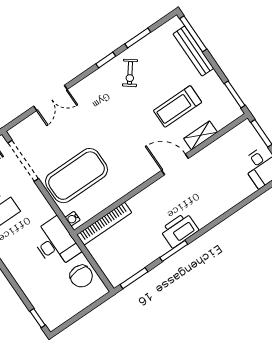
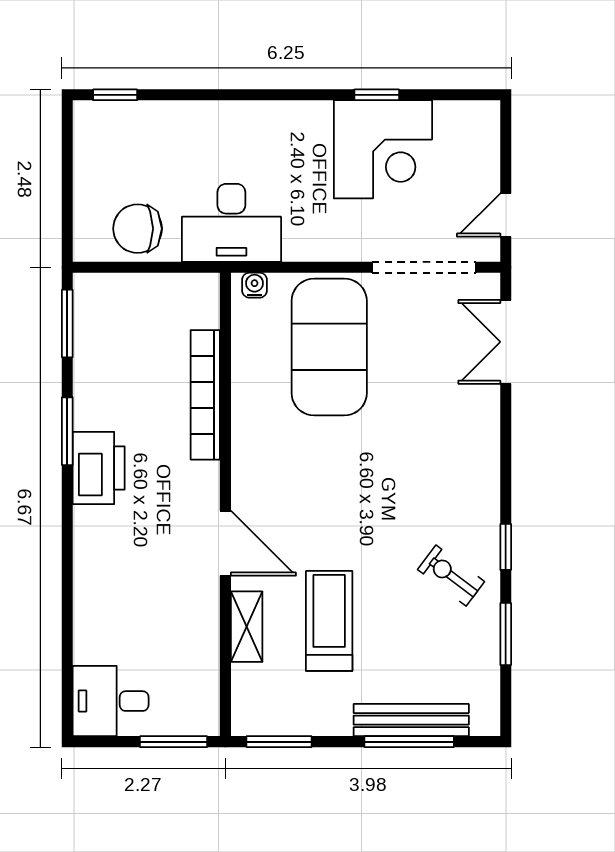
window: (193, 34) -> (409, 742), moved
double door: (50, 98) -> (506, 342), moved
door: (175, 164) -> (225, 543), hinge flipped
bookcase: (104, 224) -> (205, 395), moved

